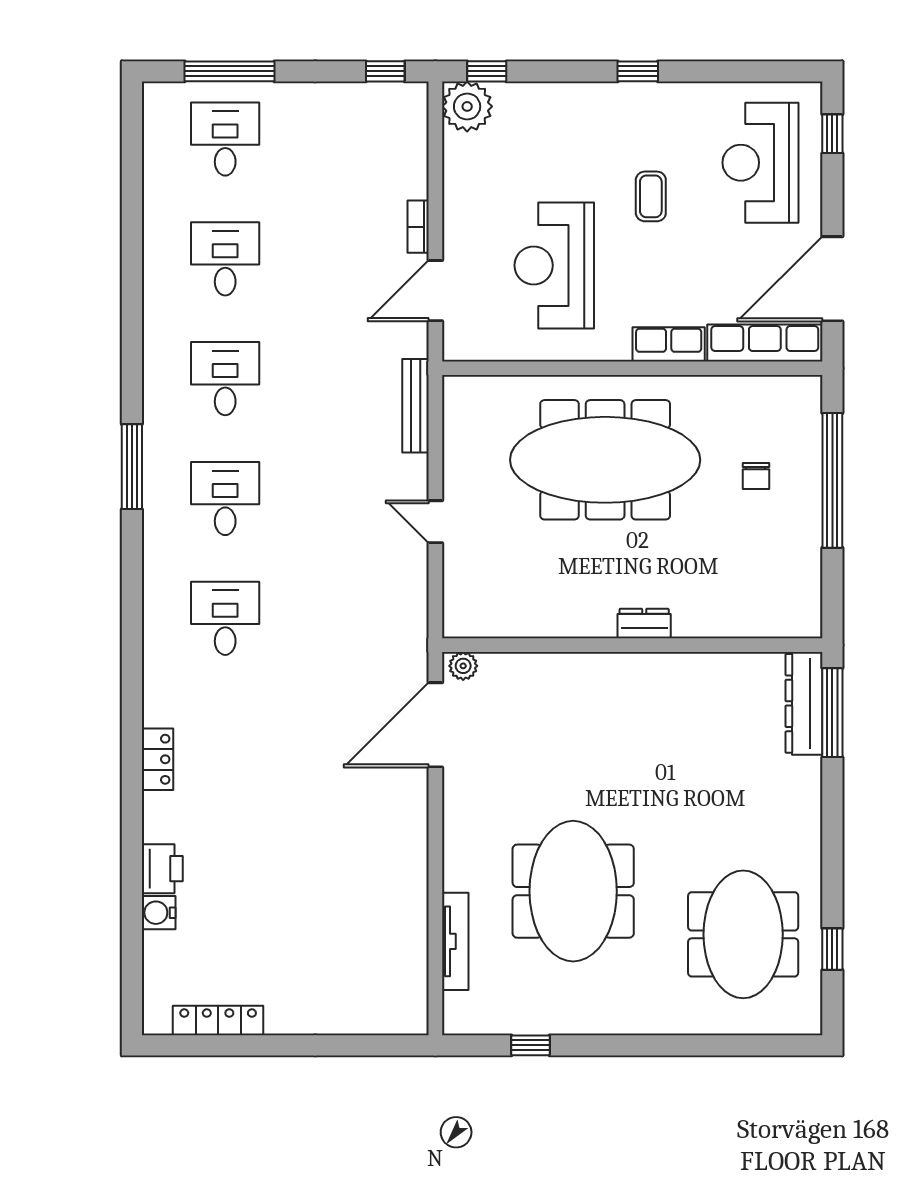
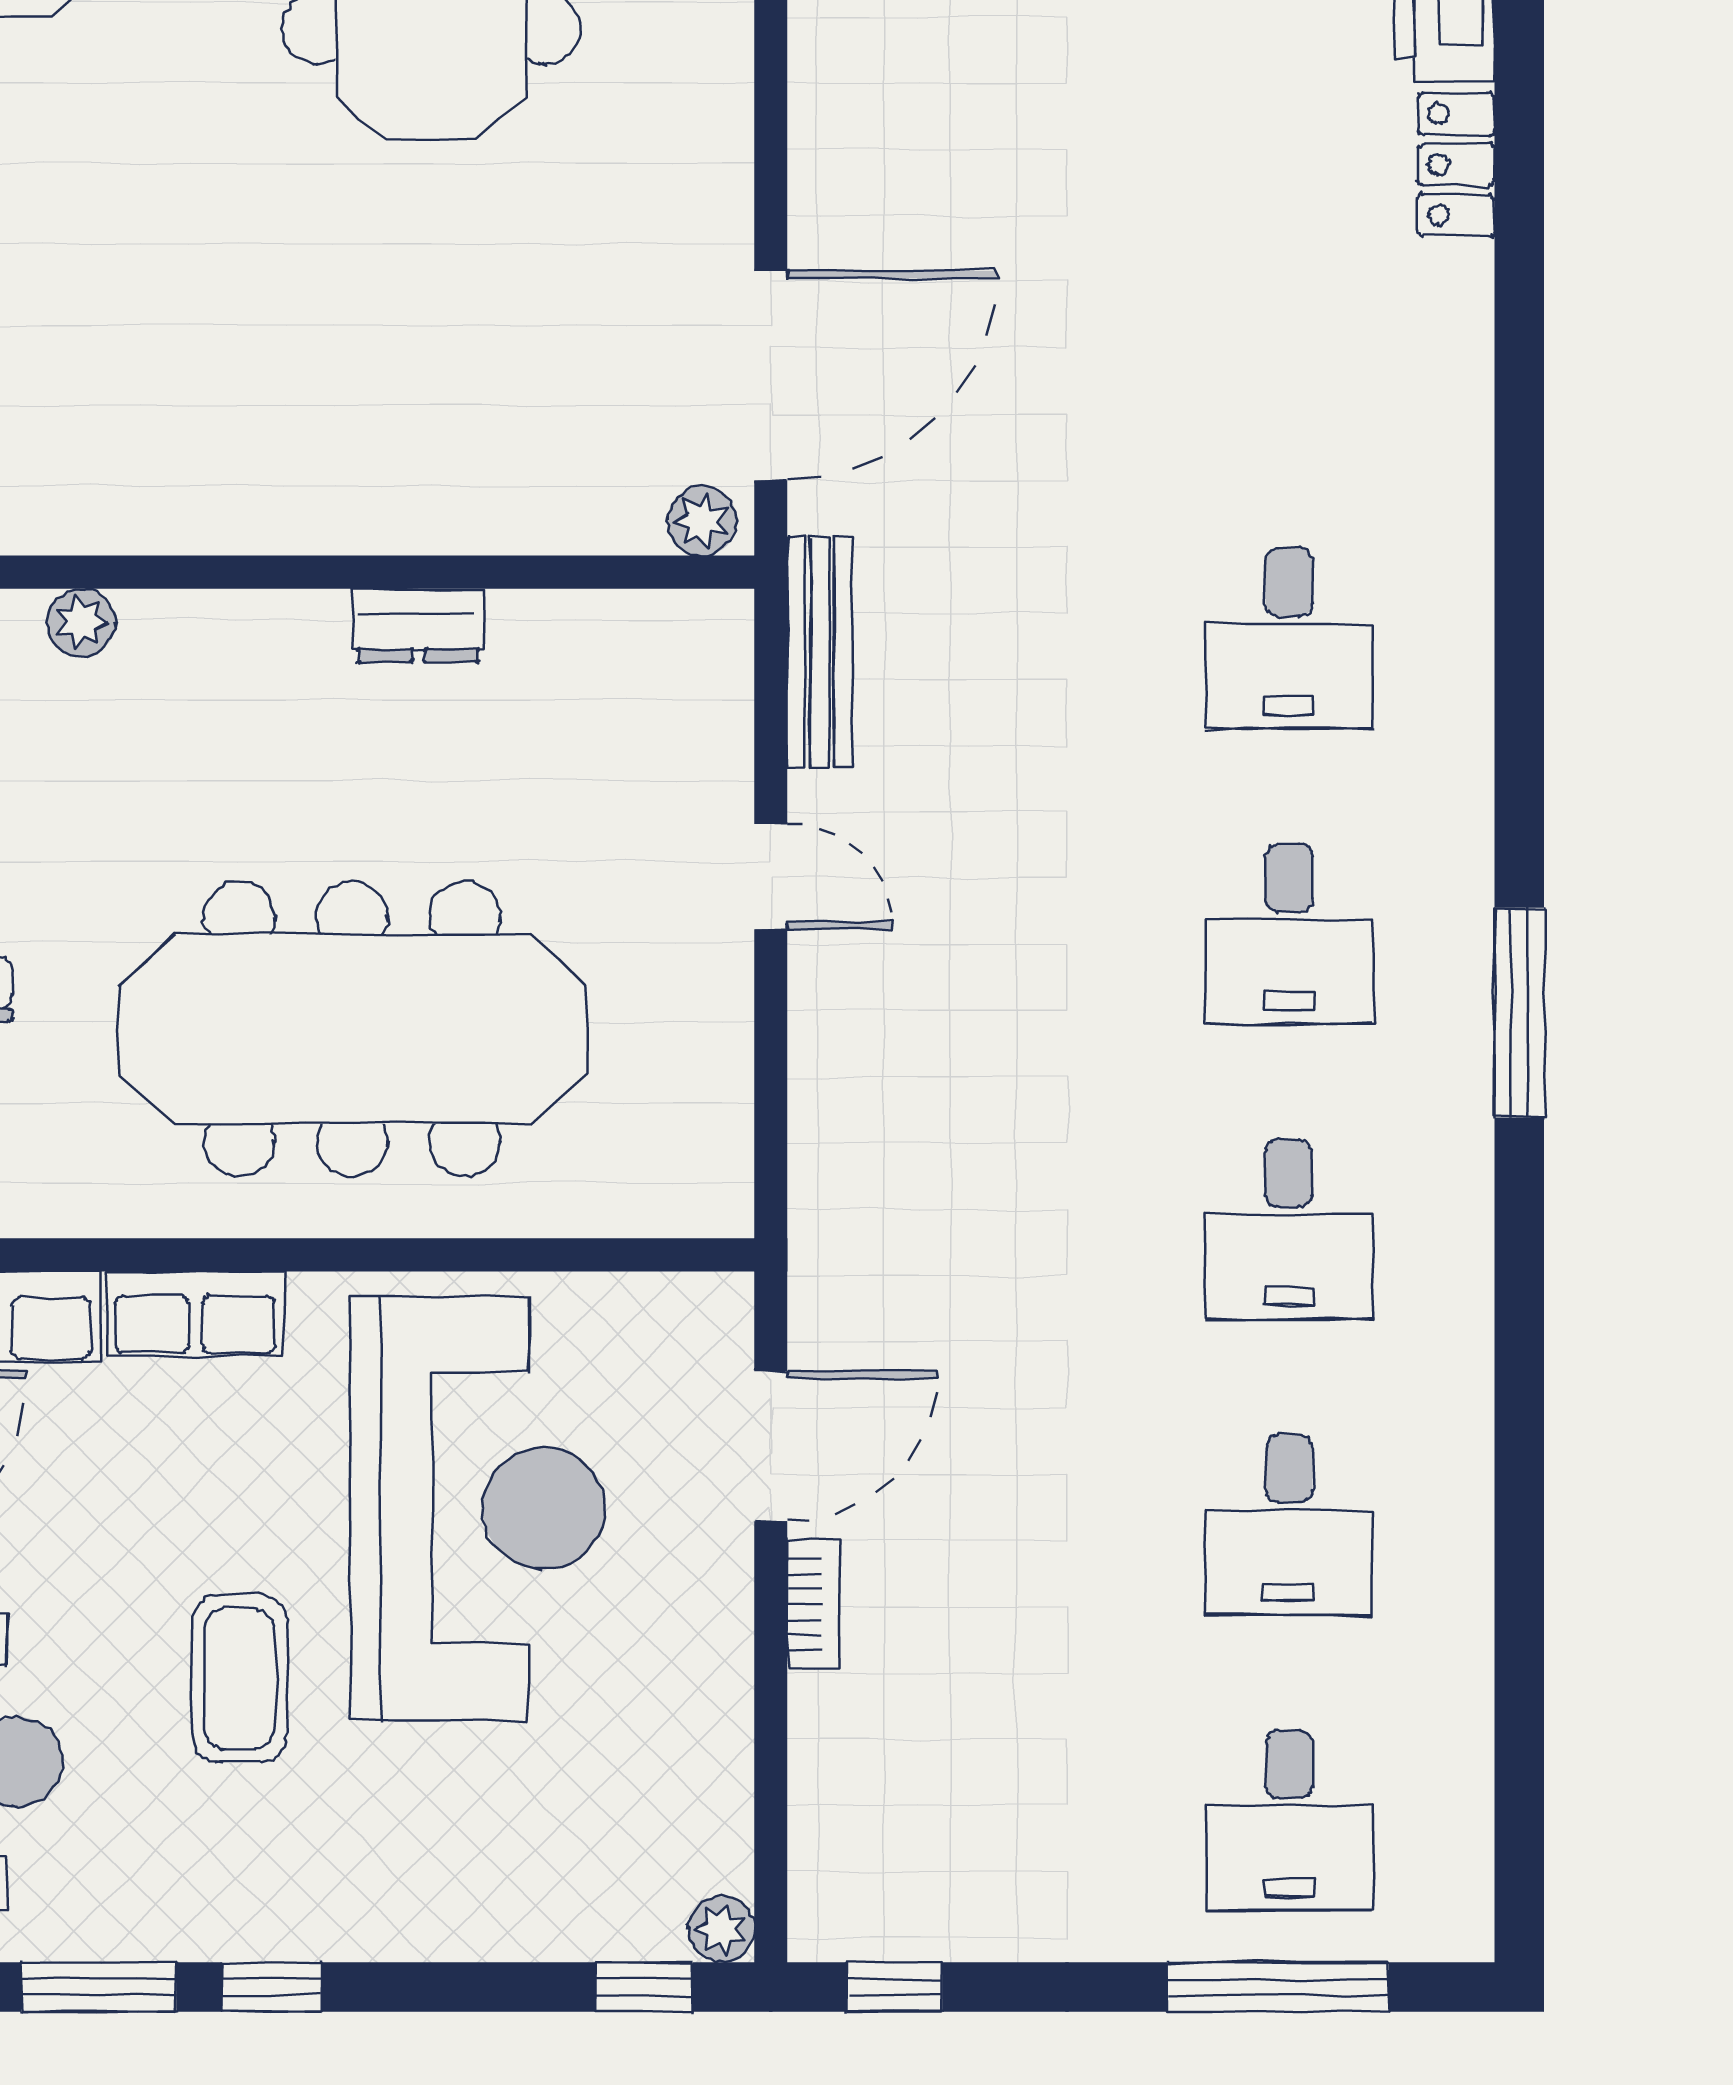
window: (708, 71) -> (99, 1987), added
plant: (467, 106) -> (721, 1929), width x0.53, depth x0.53
coffee table: (651, 196) -> (239, 1679), width x1.36, depth x1.30
reception desk: (554, 265) -> (478, 1508), width x1.36, depth x1.30
bench: (416, 406) -> (820, 652), moved
dresser: (644, 624) -> (418, 625), moved
plant: (715, 625) -> (81, 622), added
locker: (157, 759) -> (1456, 164), moved

